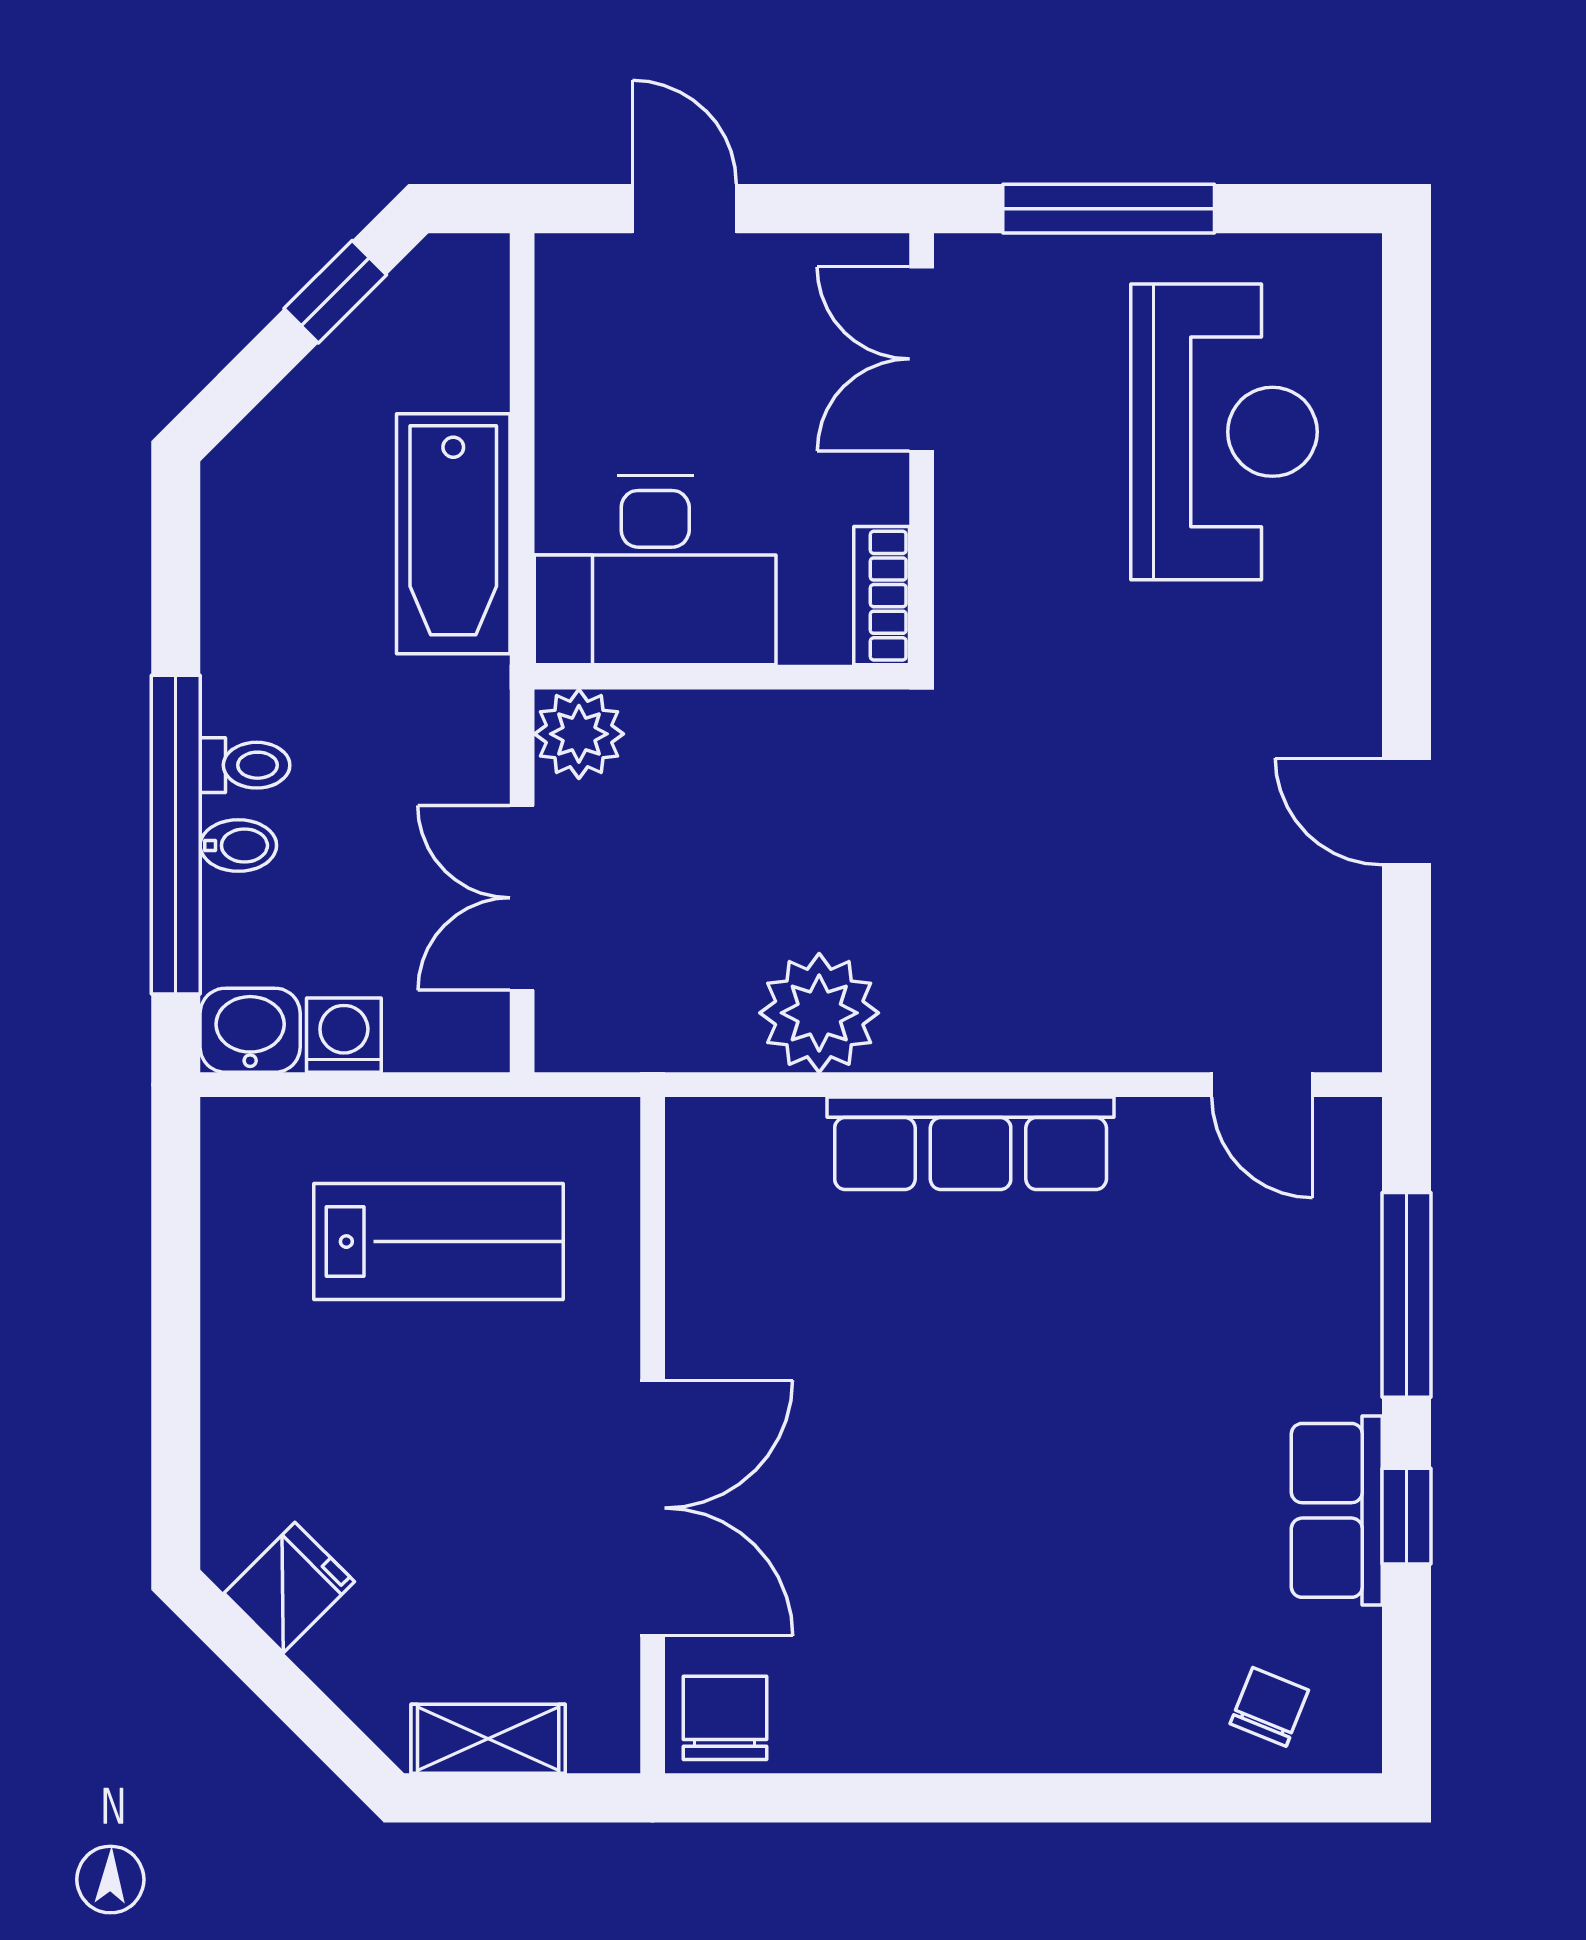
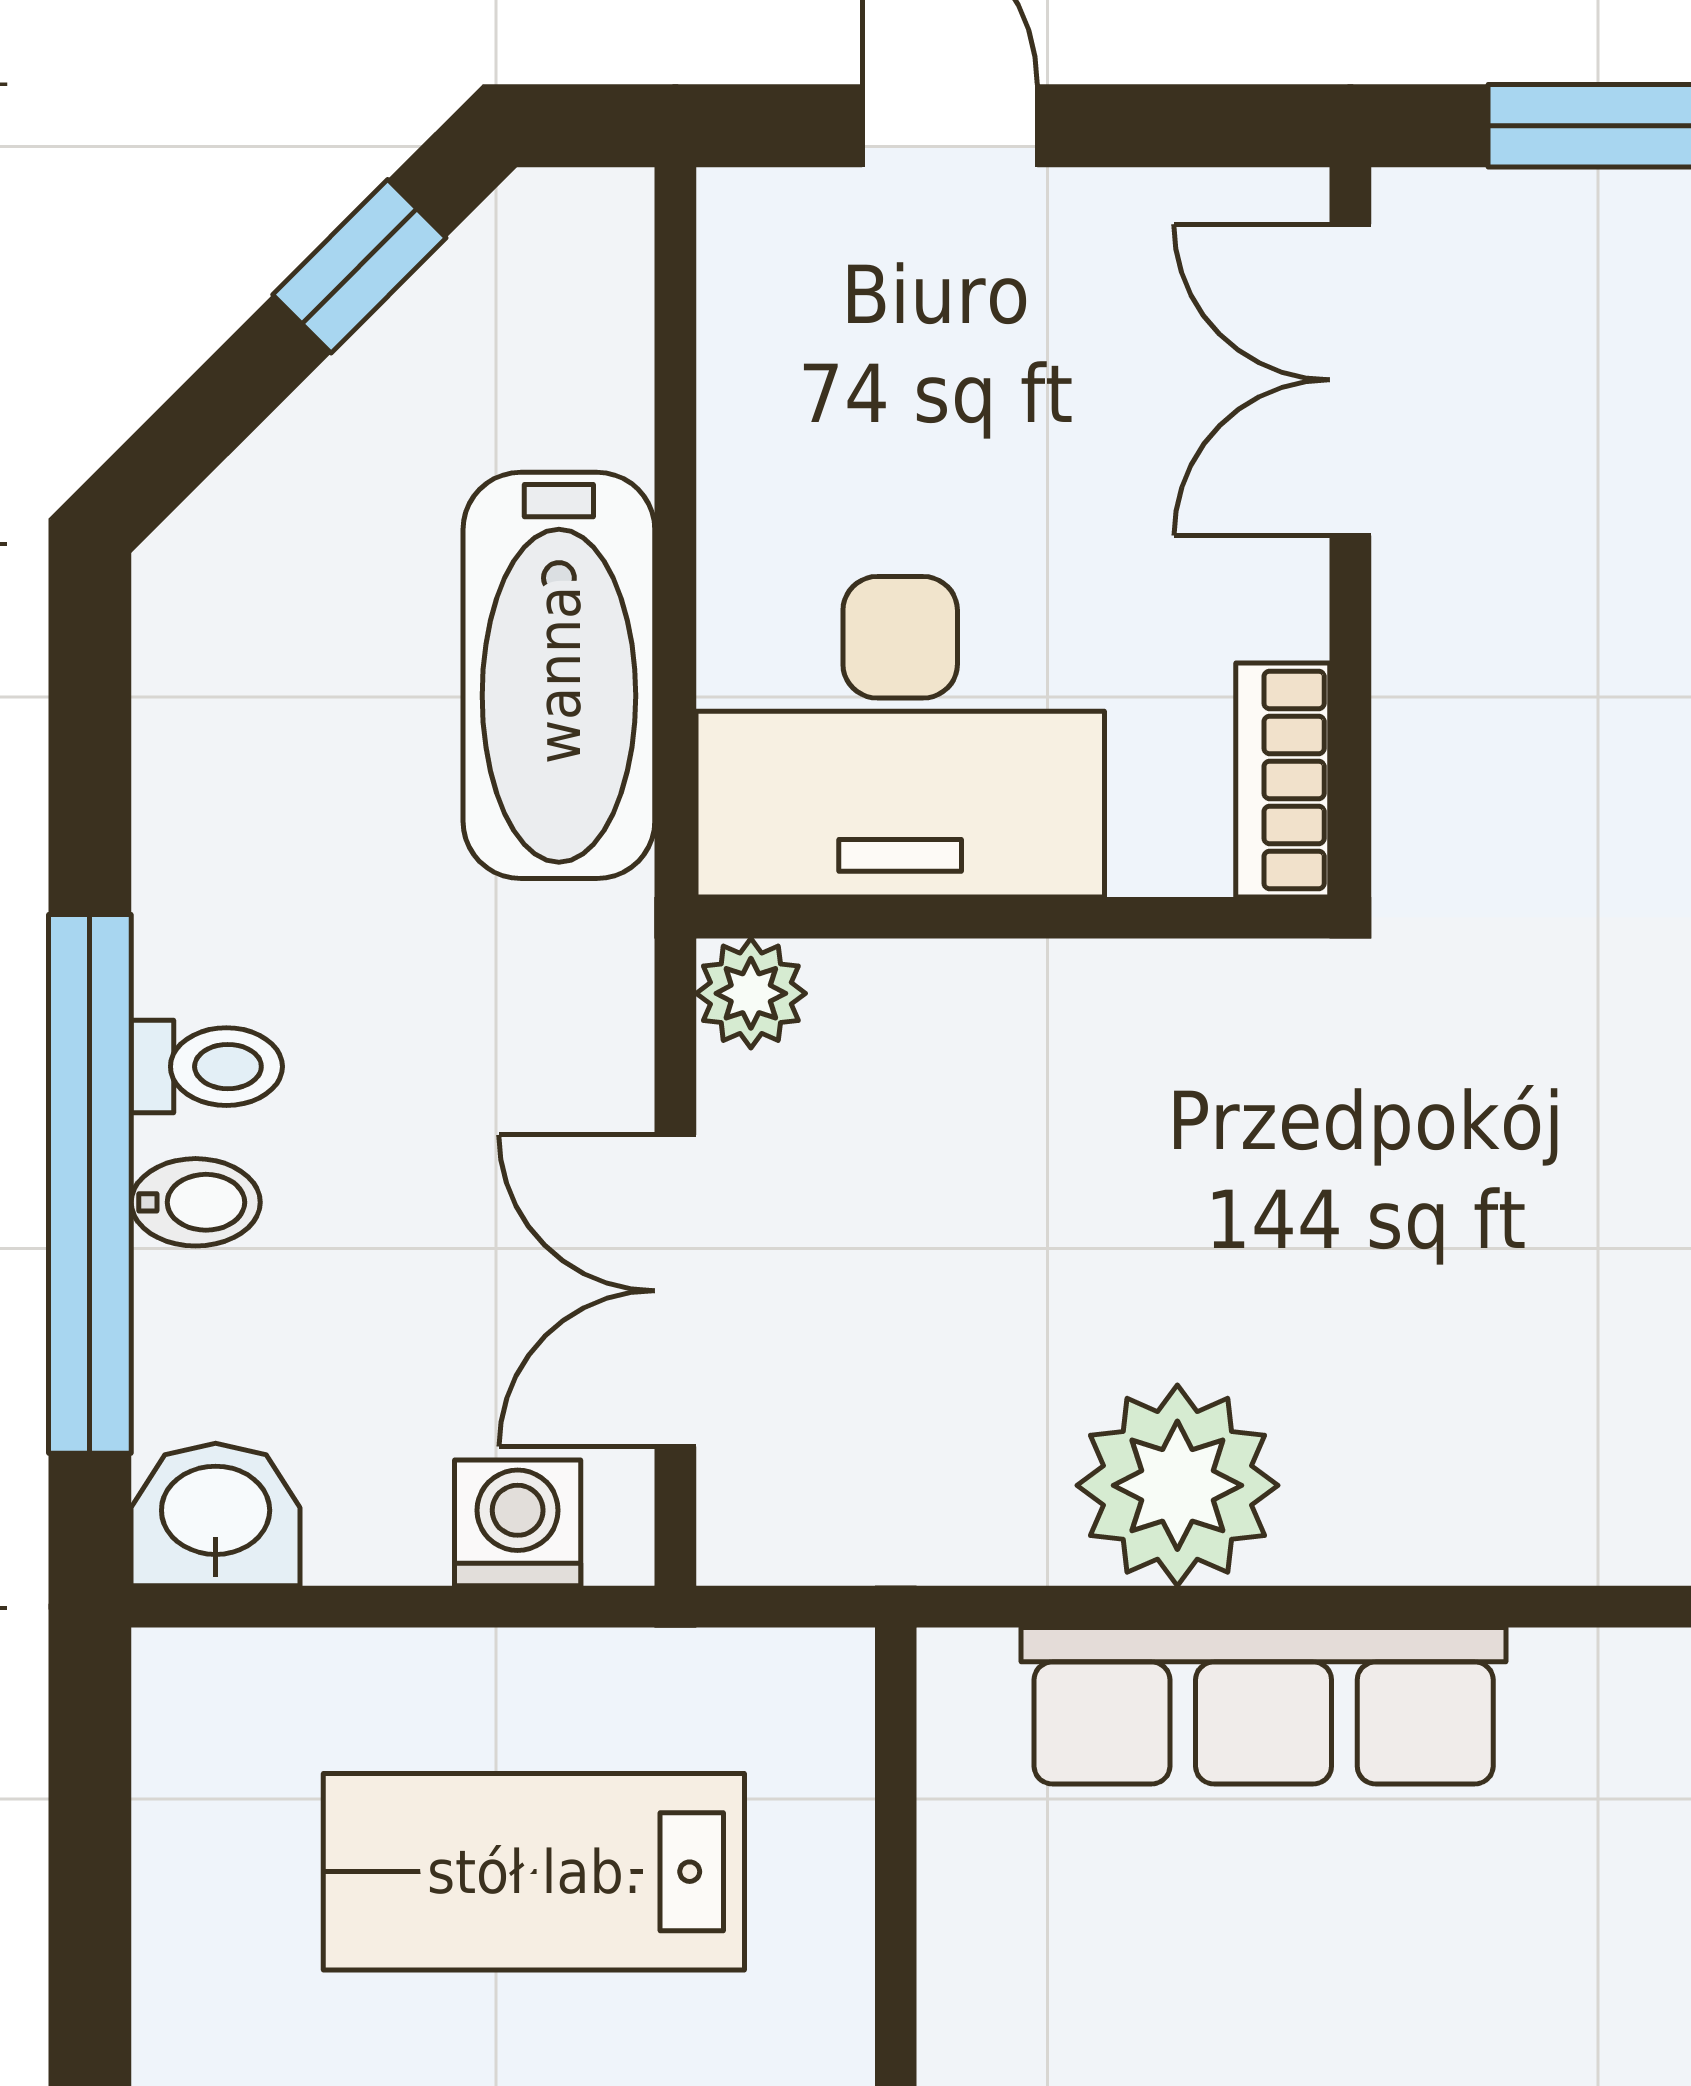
plant: (579, 734) -> (751, 993), width x0.73, depth x0.73
washing machine: (344, 1035) -> (518, 1523), moved
row of seats: (971, 1143) -> (1264, 1706), moved
lab bench: (438, 1242) -> (534, 1872), turned 180

